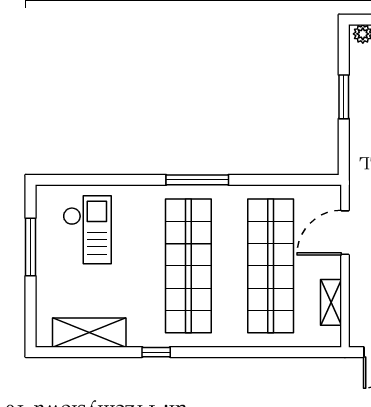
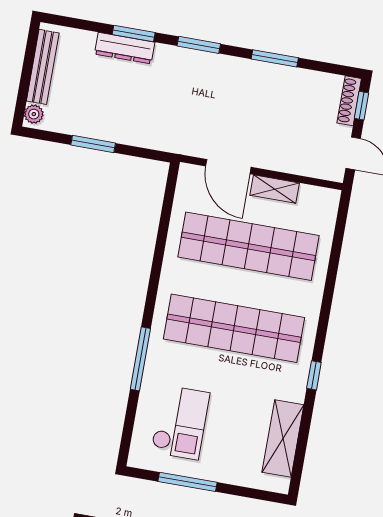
window: (197, 180) -> (140, 359), moved
checkout: (87, 230) -> (180, 422), turned 90
shelving: (331, 302) -> (275, 189), moved

